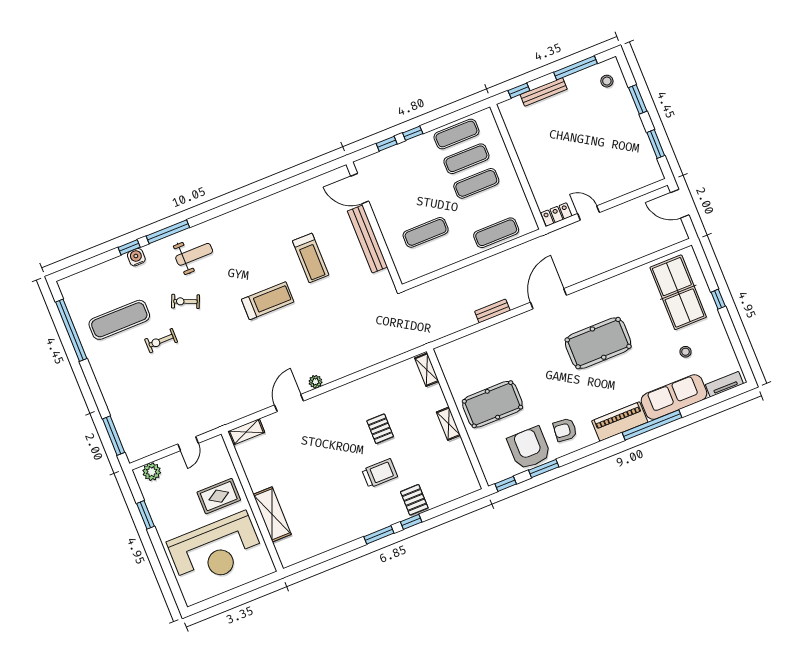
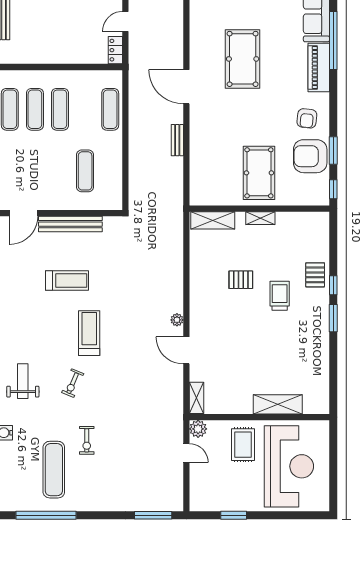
exercise bike: (185, 301) -> (73, 383), moved
shelving: (427, 370) -> (213, 220), width x1.50, depth x1.33
plant: (152, 472) -> (198, 429), moved
pallet: (414, 500) -> (315, 275), turned 90

